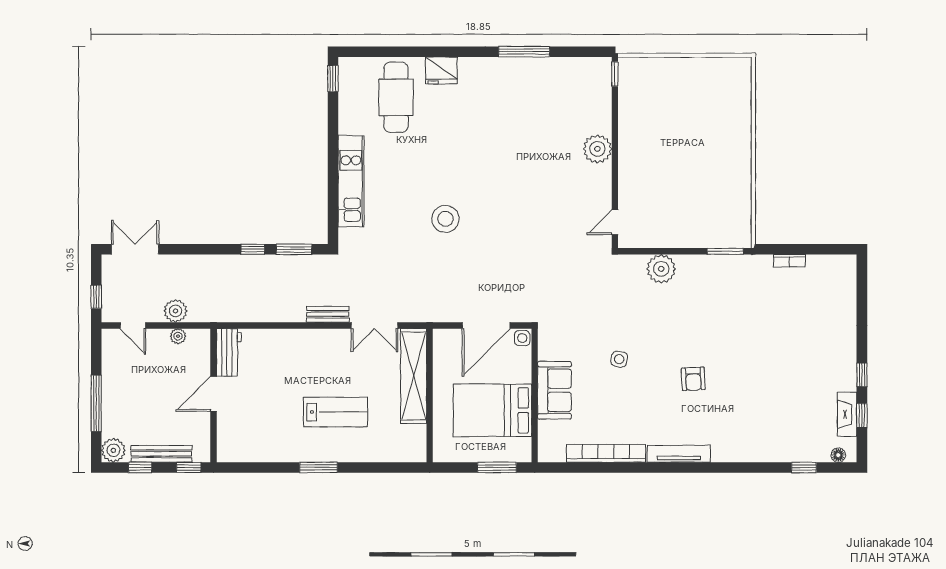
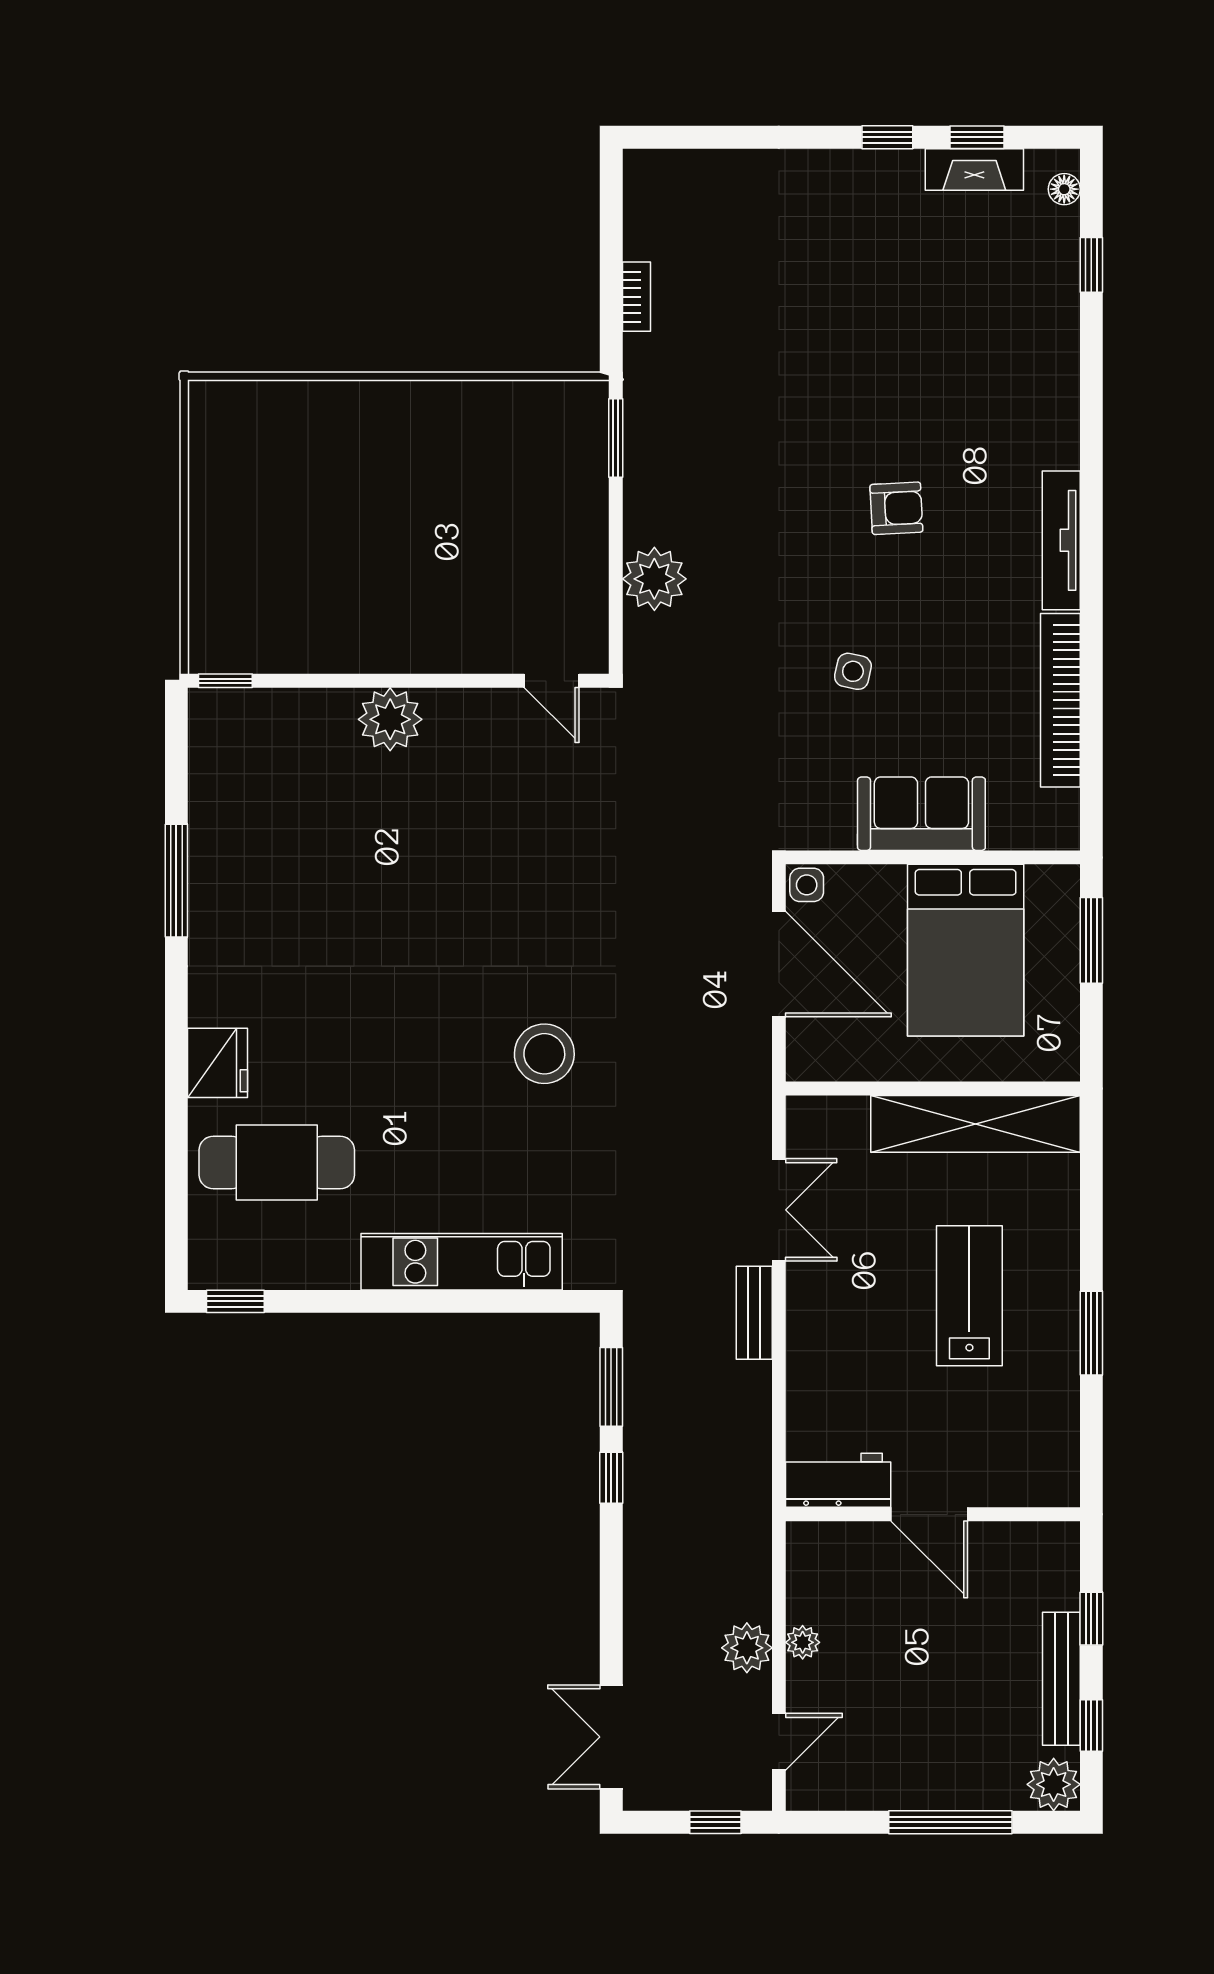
workbench: (229, 352) -> (838, 1480), moved
shelving: (414, 376) -> (975, 1124), moved
door: (214, 394) -> (929, 1514), moved
wall: (214, 395) -> (933, 1514), moved

